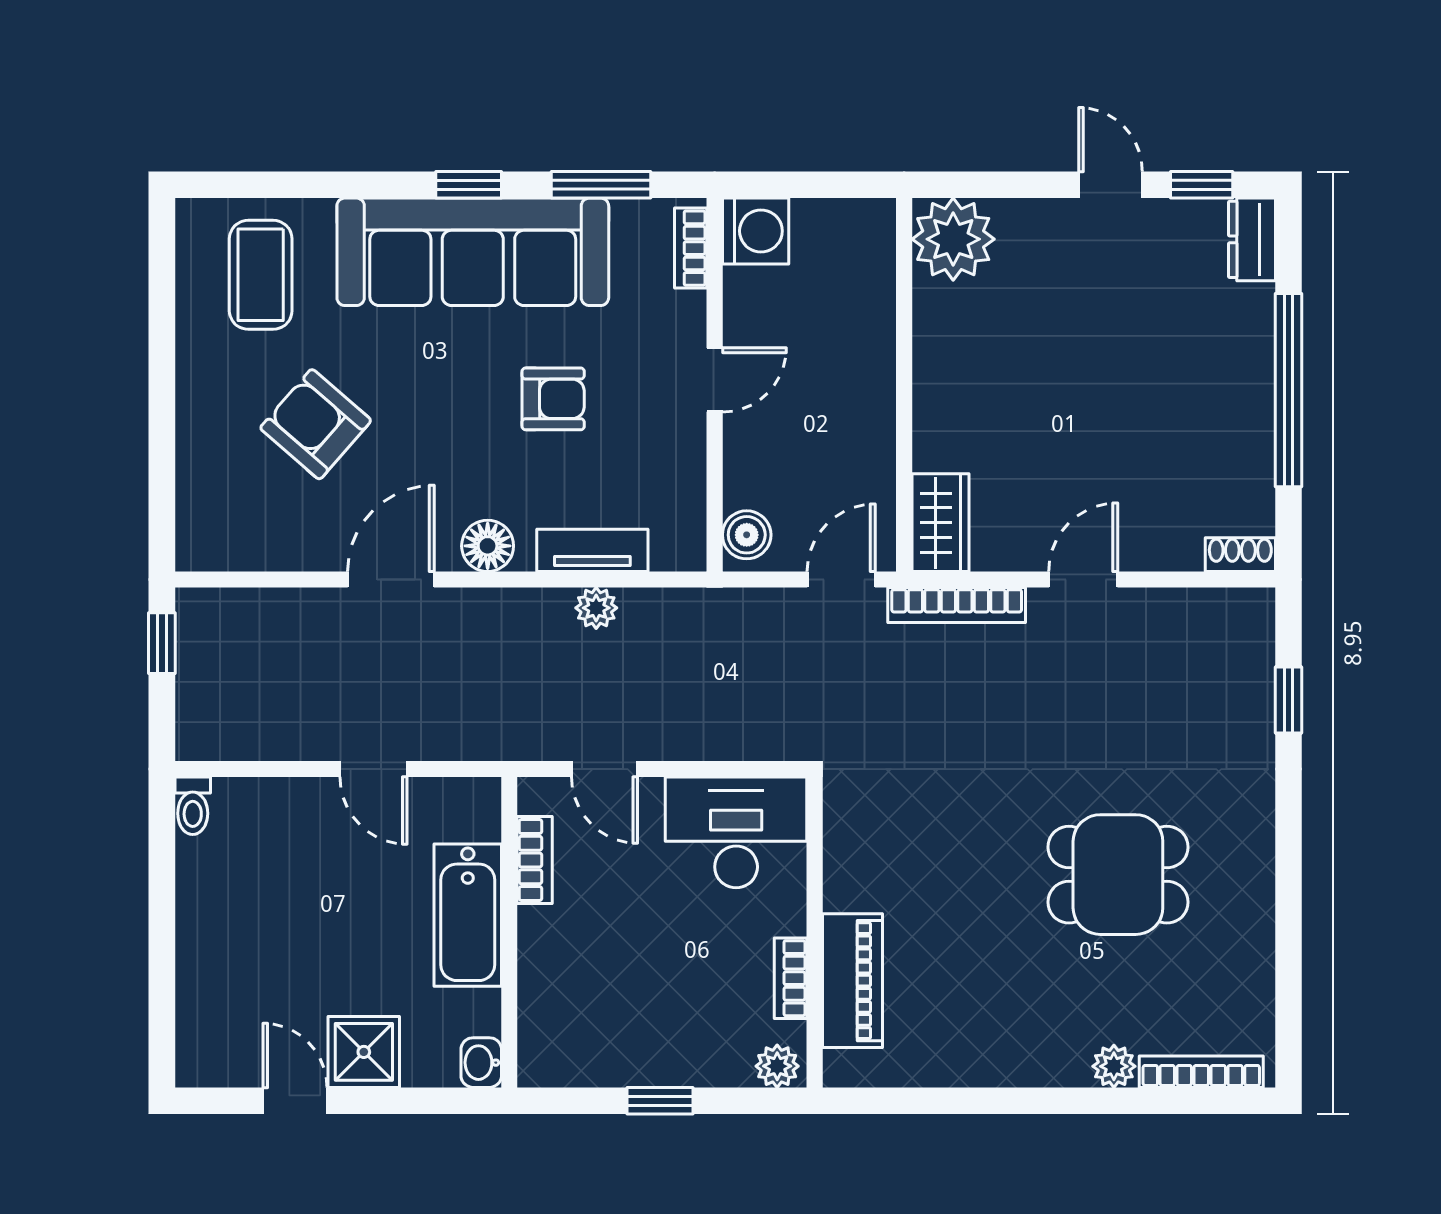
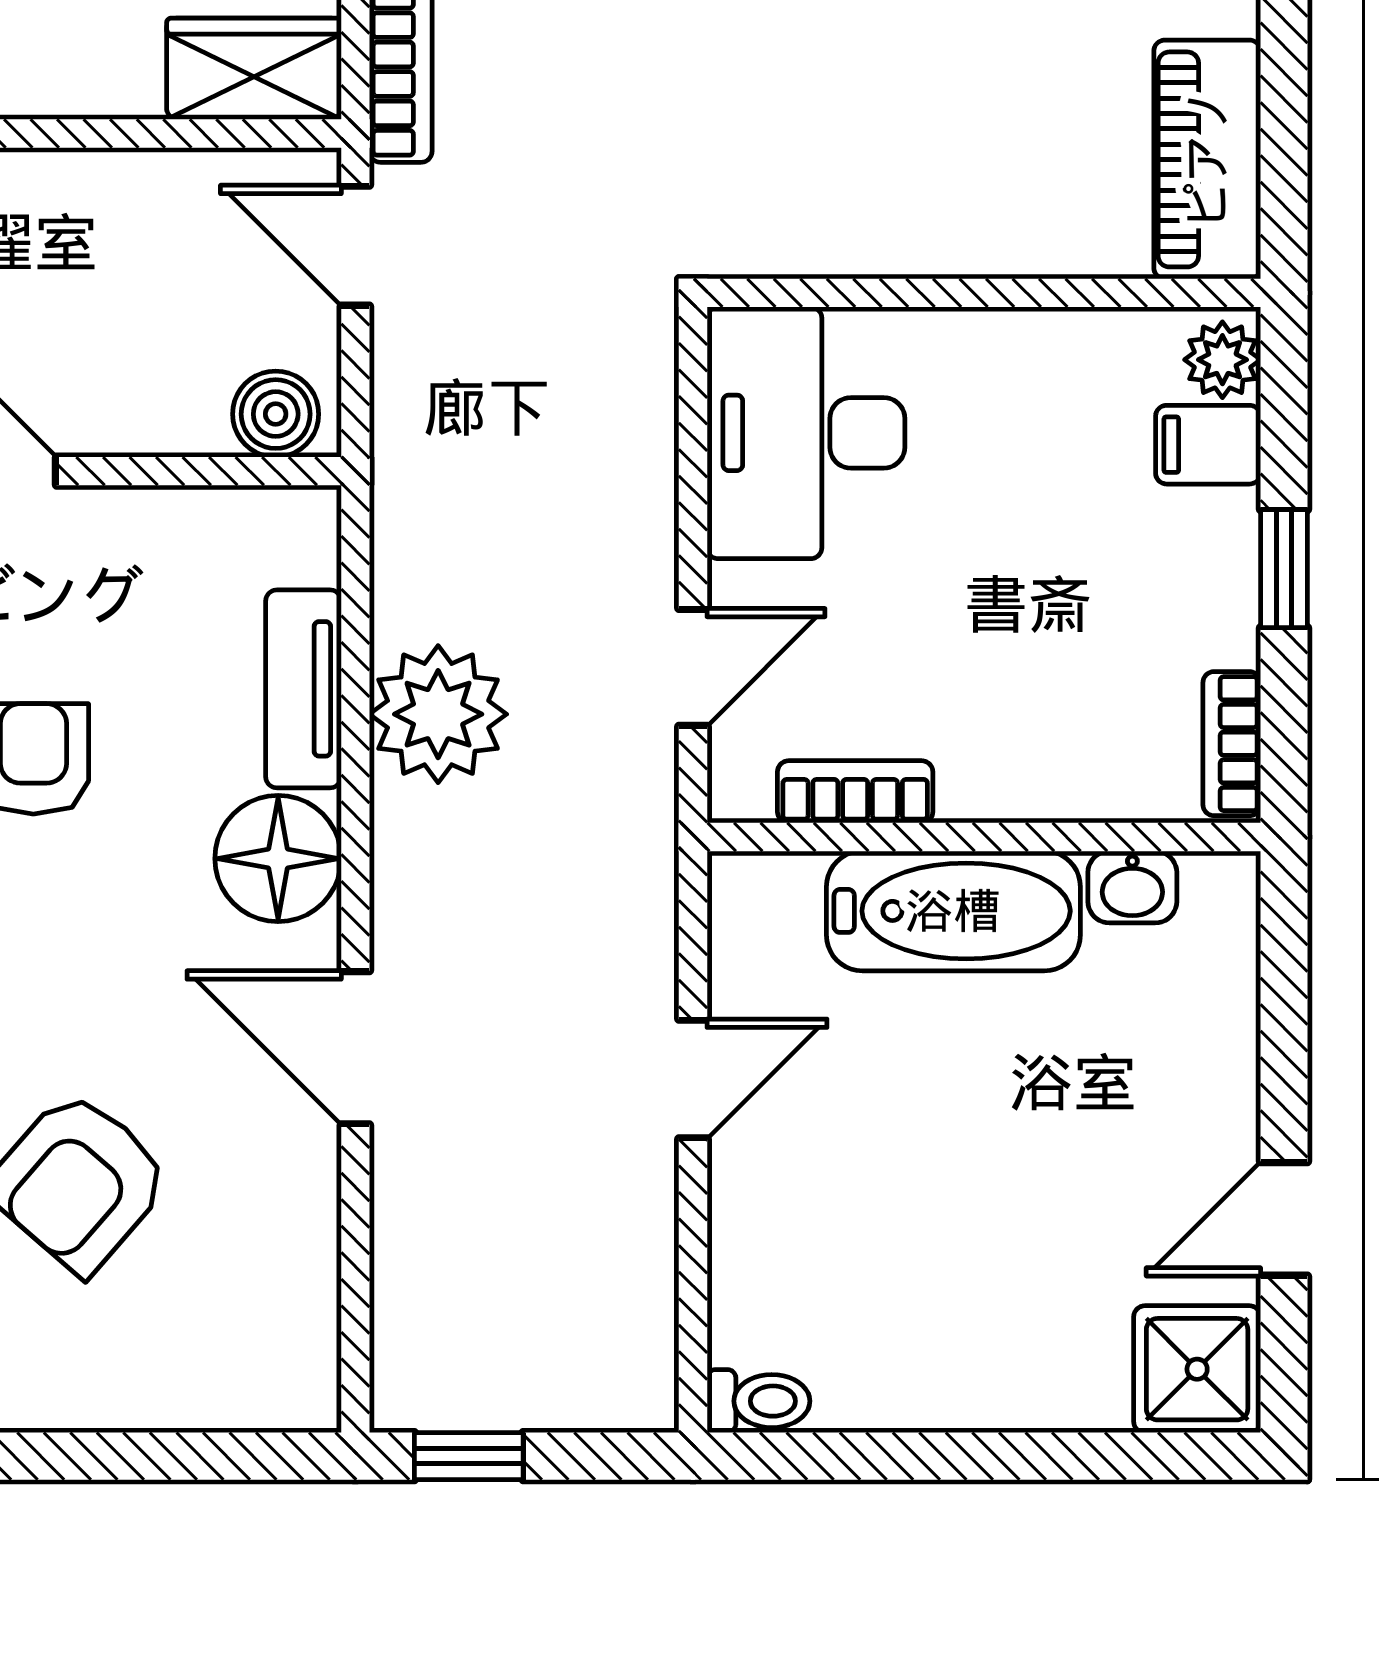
floor lamp: (488, 546) -> (278, 859), width x1.38, depth x1.38
plant: (596, 608) -> (438, 714), width x1.88, depth x1.88
bookcase: (791, 978) -> (1232, 744), moved, turned 90
piano: (852, 981) -> (1207, 159), moved, turned -90
shower: (364, 1052) -> (1197, 1369), moved
filing cabinet: (729, 1058) -> (1208, 445), added
washbasin: (481, 1063) -> (1132, 887), moved

